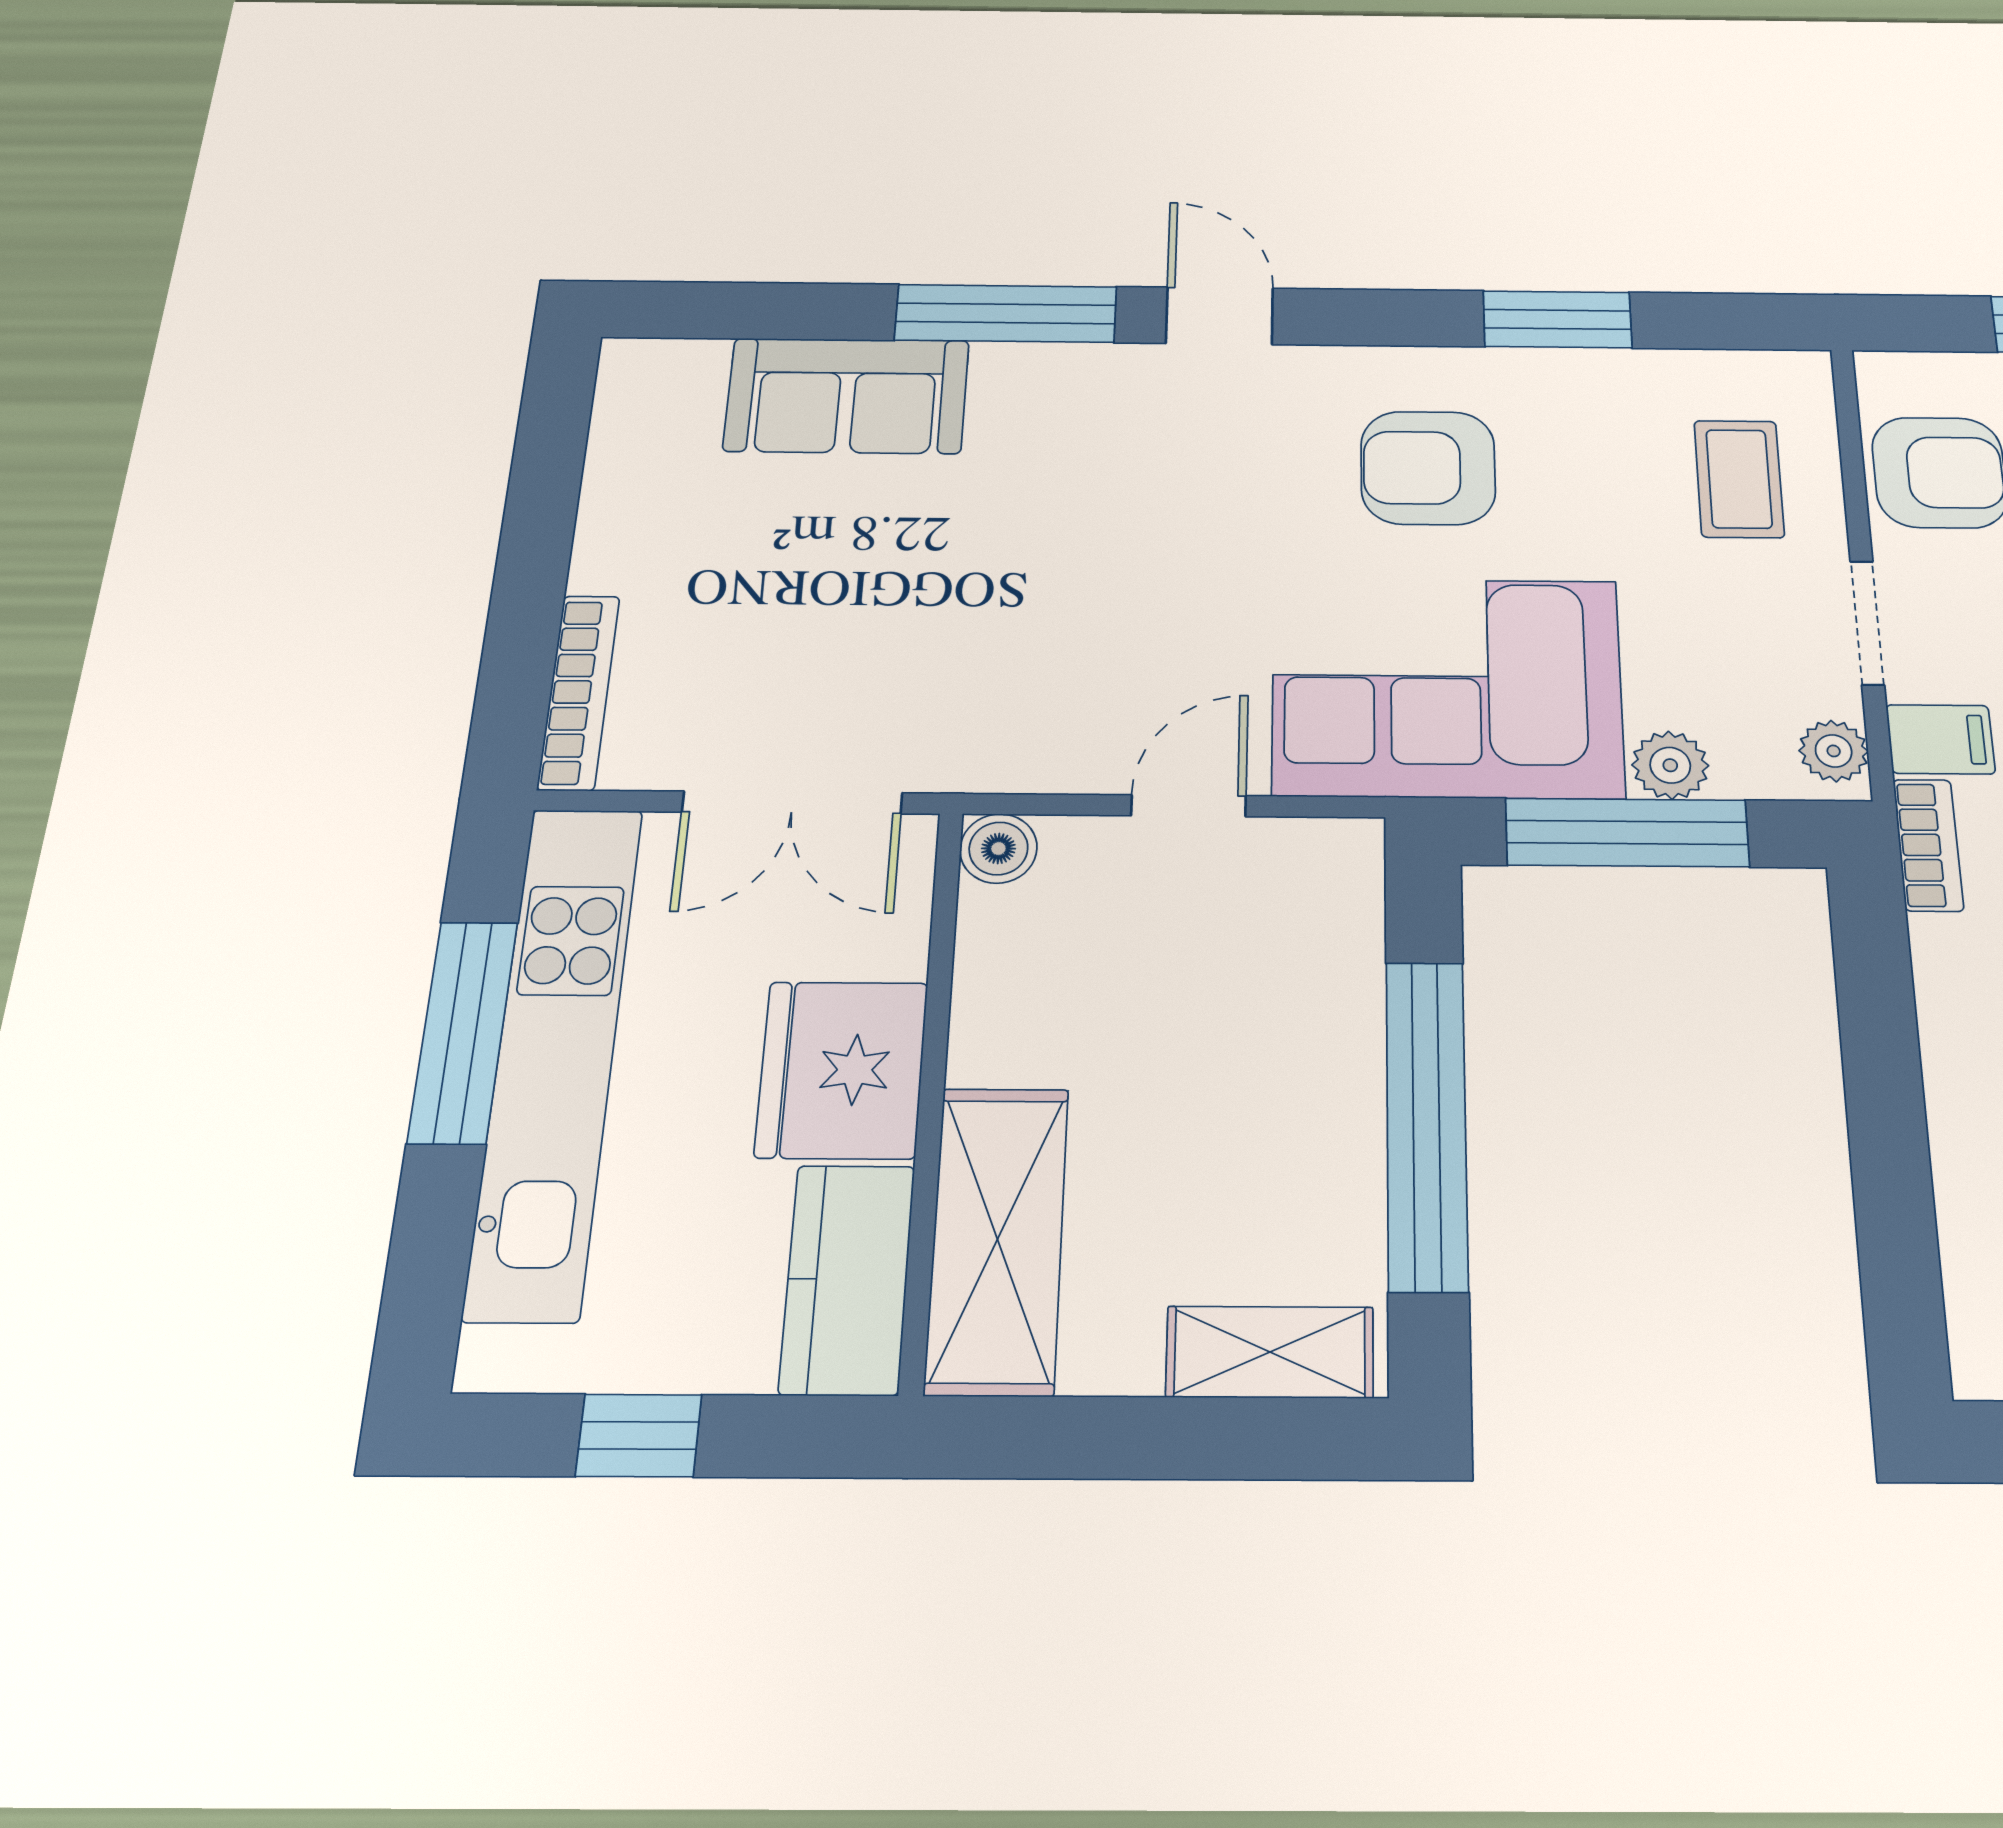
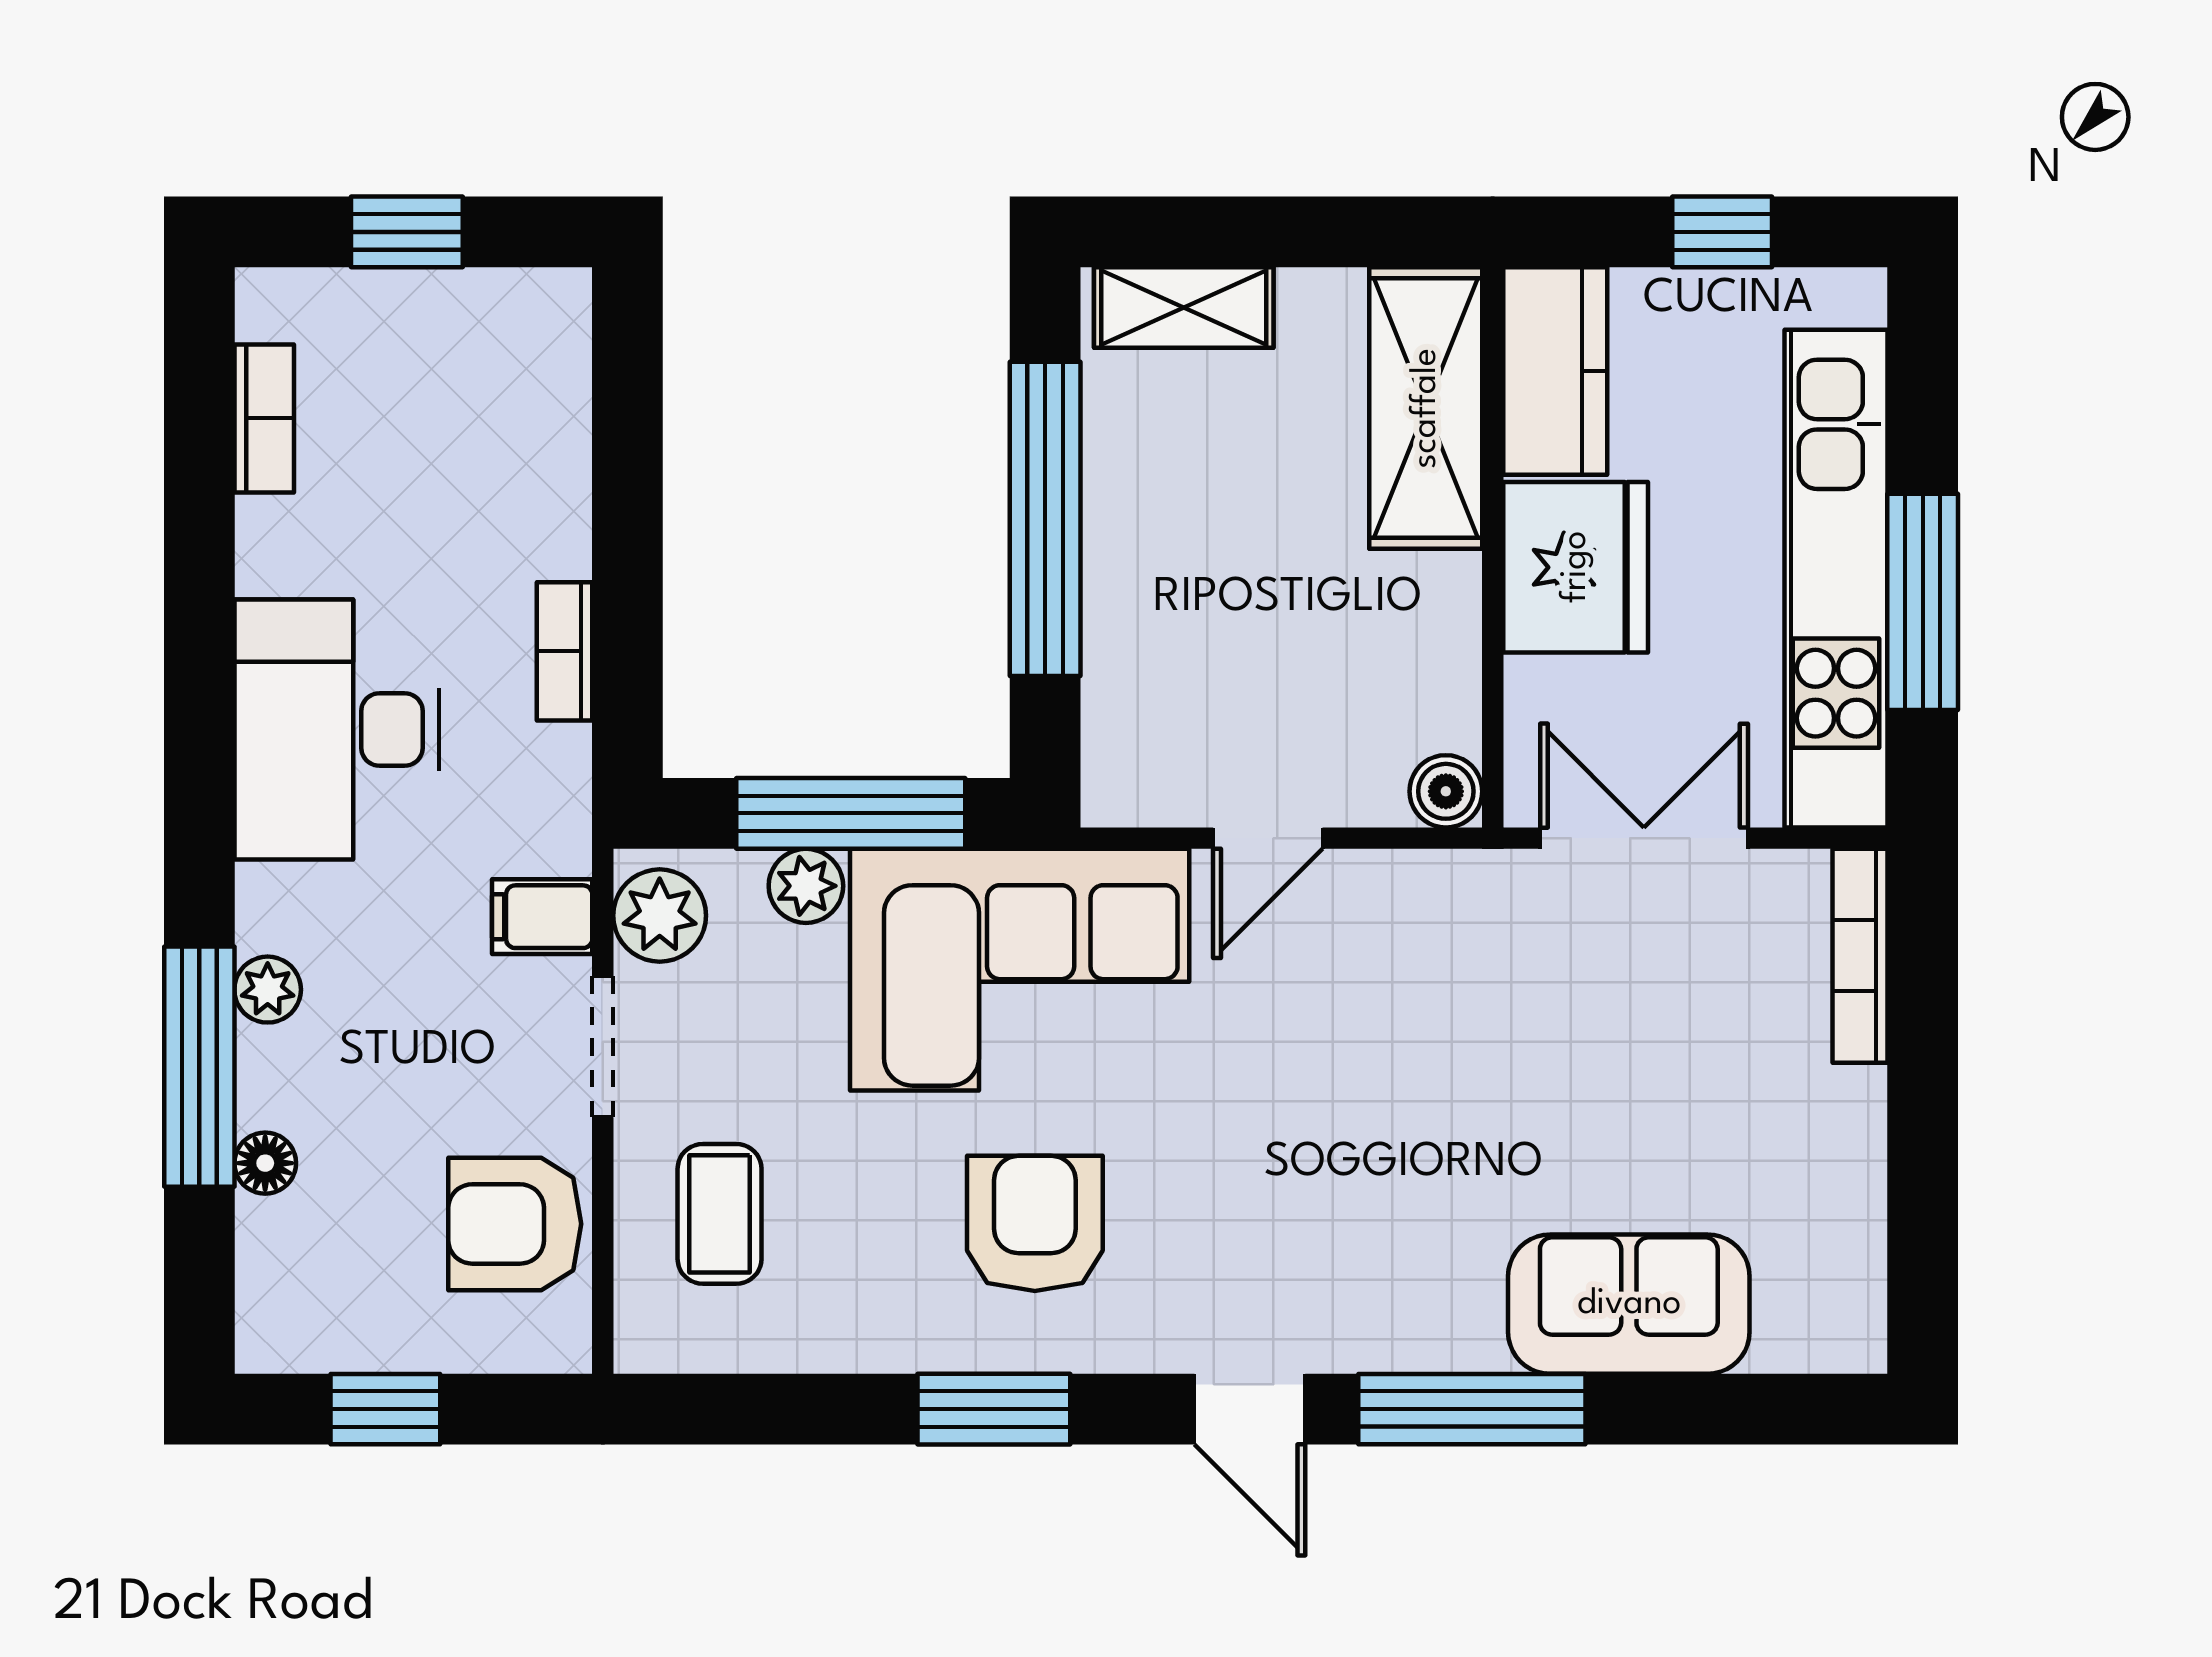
window: (1557, 319) -> (994, 1409), moved
armchair: (1428, 468) -> (1035, 1223), turned -90
plant: (1834, 751) -> (660, 916), width x1.38, depth x1.38
bookcase: (1928, 845) -> (564, 651), moved

